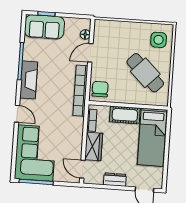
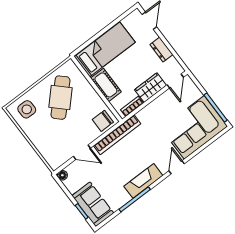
floor lamp: (85, 34) -> (62, 175), moved

